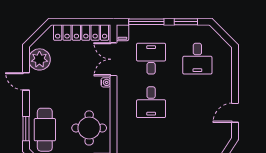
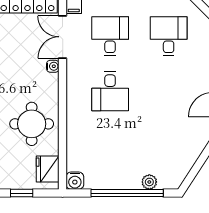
desk: (197, 59) -> (169, 36), turned 180

